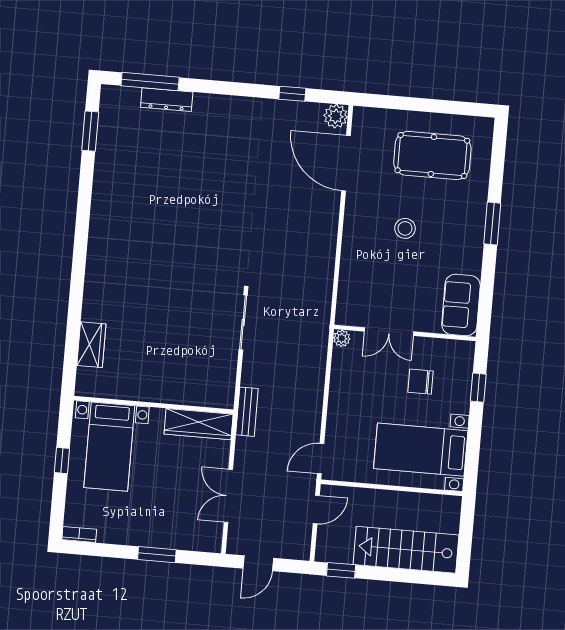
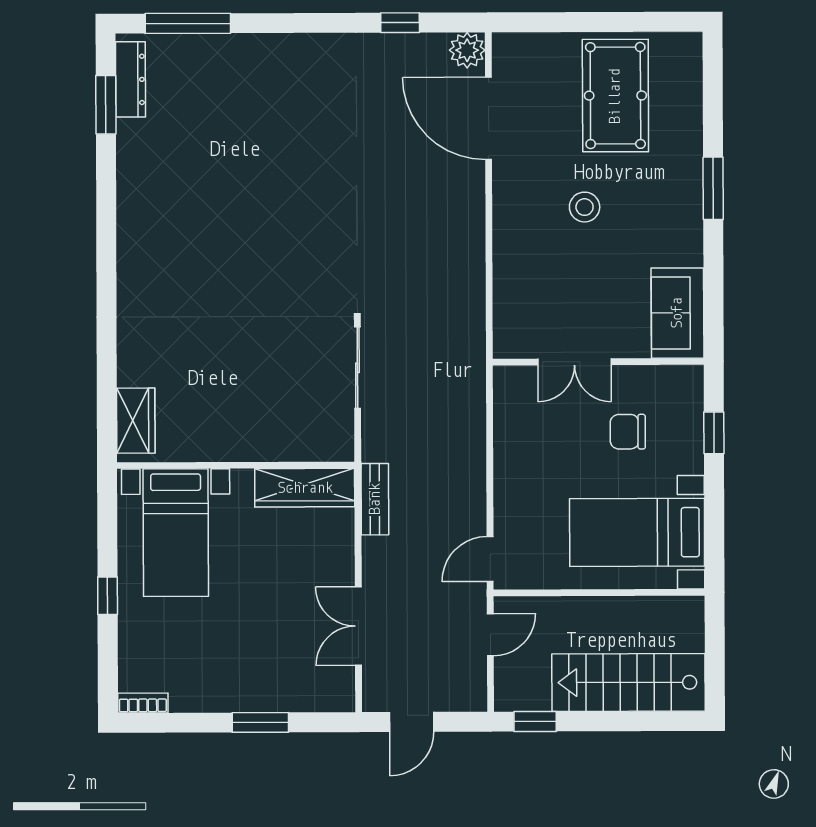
dresser: (167, 100) -> (130, 79), moved, turned -90
pool table: (432, 155) -> (615, 96), turned 90
plant: (342, 338) -> (505, 378), removed
wall: (154, 405) -> (236, 465), moved
wardrobe: (199, 424) -> (305, 488), moved
bed with nightstands: (109, 447) -> (176, 533), moved

